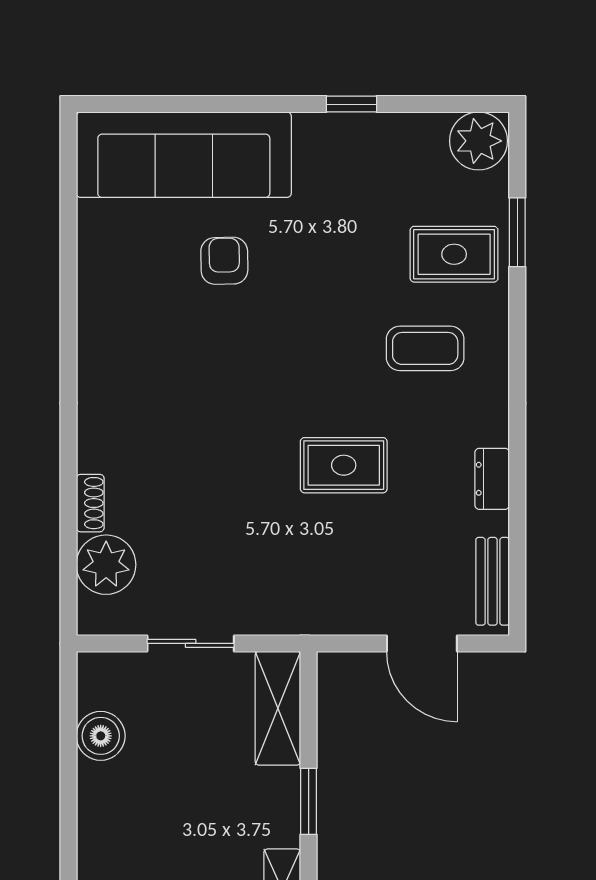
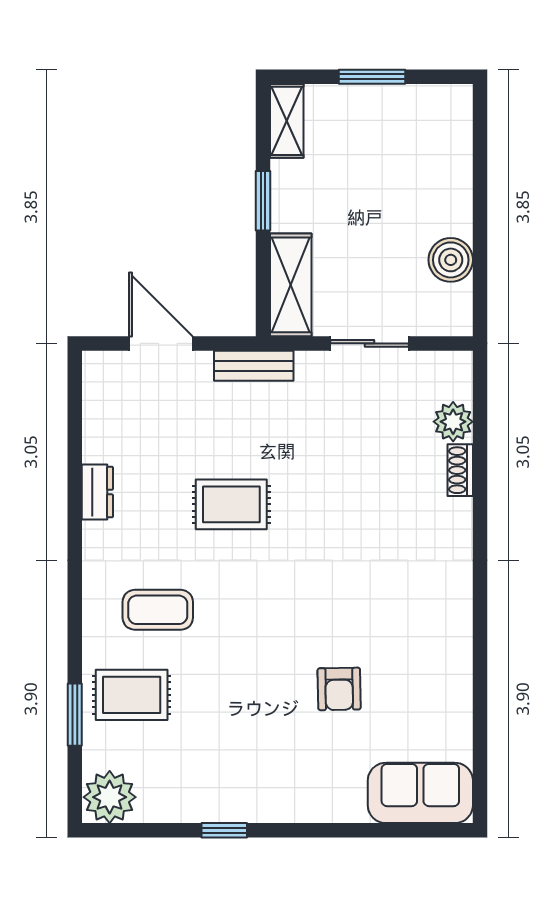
sofa: (184, 155) -> (420, 793), width x0.54, depth x0.79
plant: (106, 565) -> (453, 422), width x0.73, depth x0.73
bench: (493, 581) -> (254, 366), moved, turned 90

